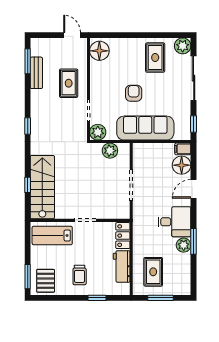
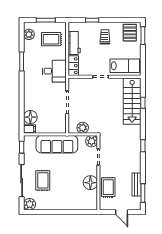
door: (72, 35) -> (122, 212), moved
floor lamp: (99, 51) -> (90, 183), moved
rug: (155, 58) -> (43, 180), moved
rug: (69, 83) -> (108, 187), moved
armchair: (134, 93) -> (65, 170), removed
door: (194, 189) -> (22, 100), removed
desk: (174, 222) -> (54, 71), moved, turned 180
plant: (184, 245) -> (29, 34), moved
rug: (153, 272) -> (51, 39), turned 90

